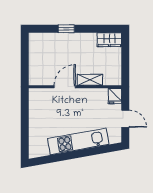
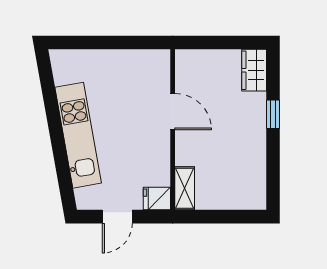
wardrobe: (109, 40) -> (254, 70), moved
shelving: (90, 80) -> (185, 188), moved

